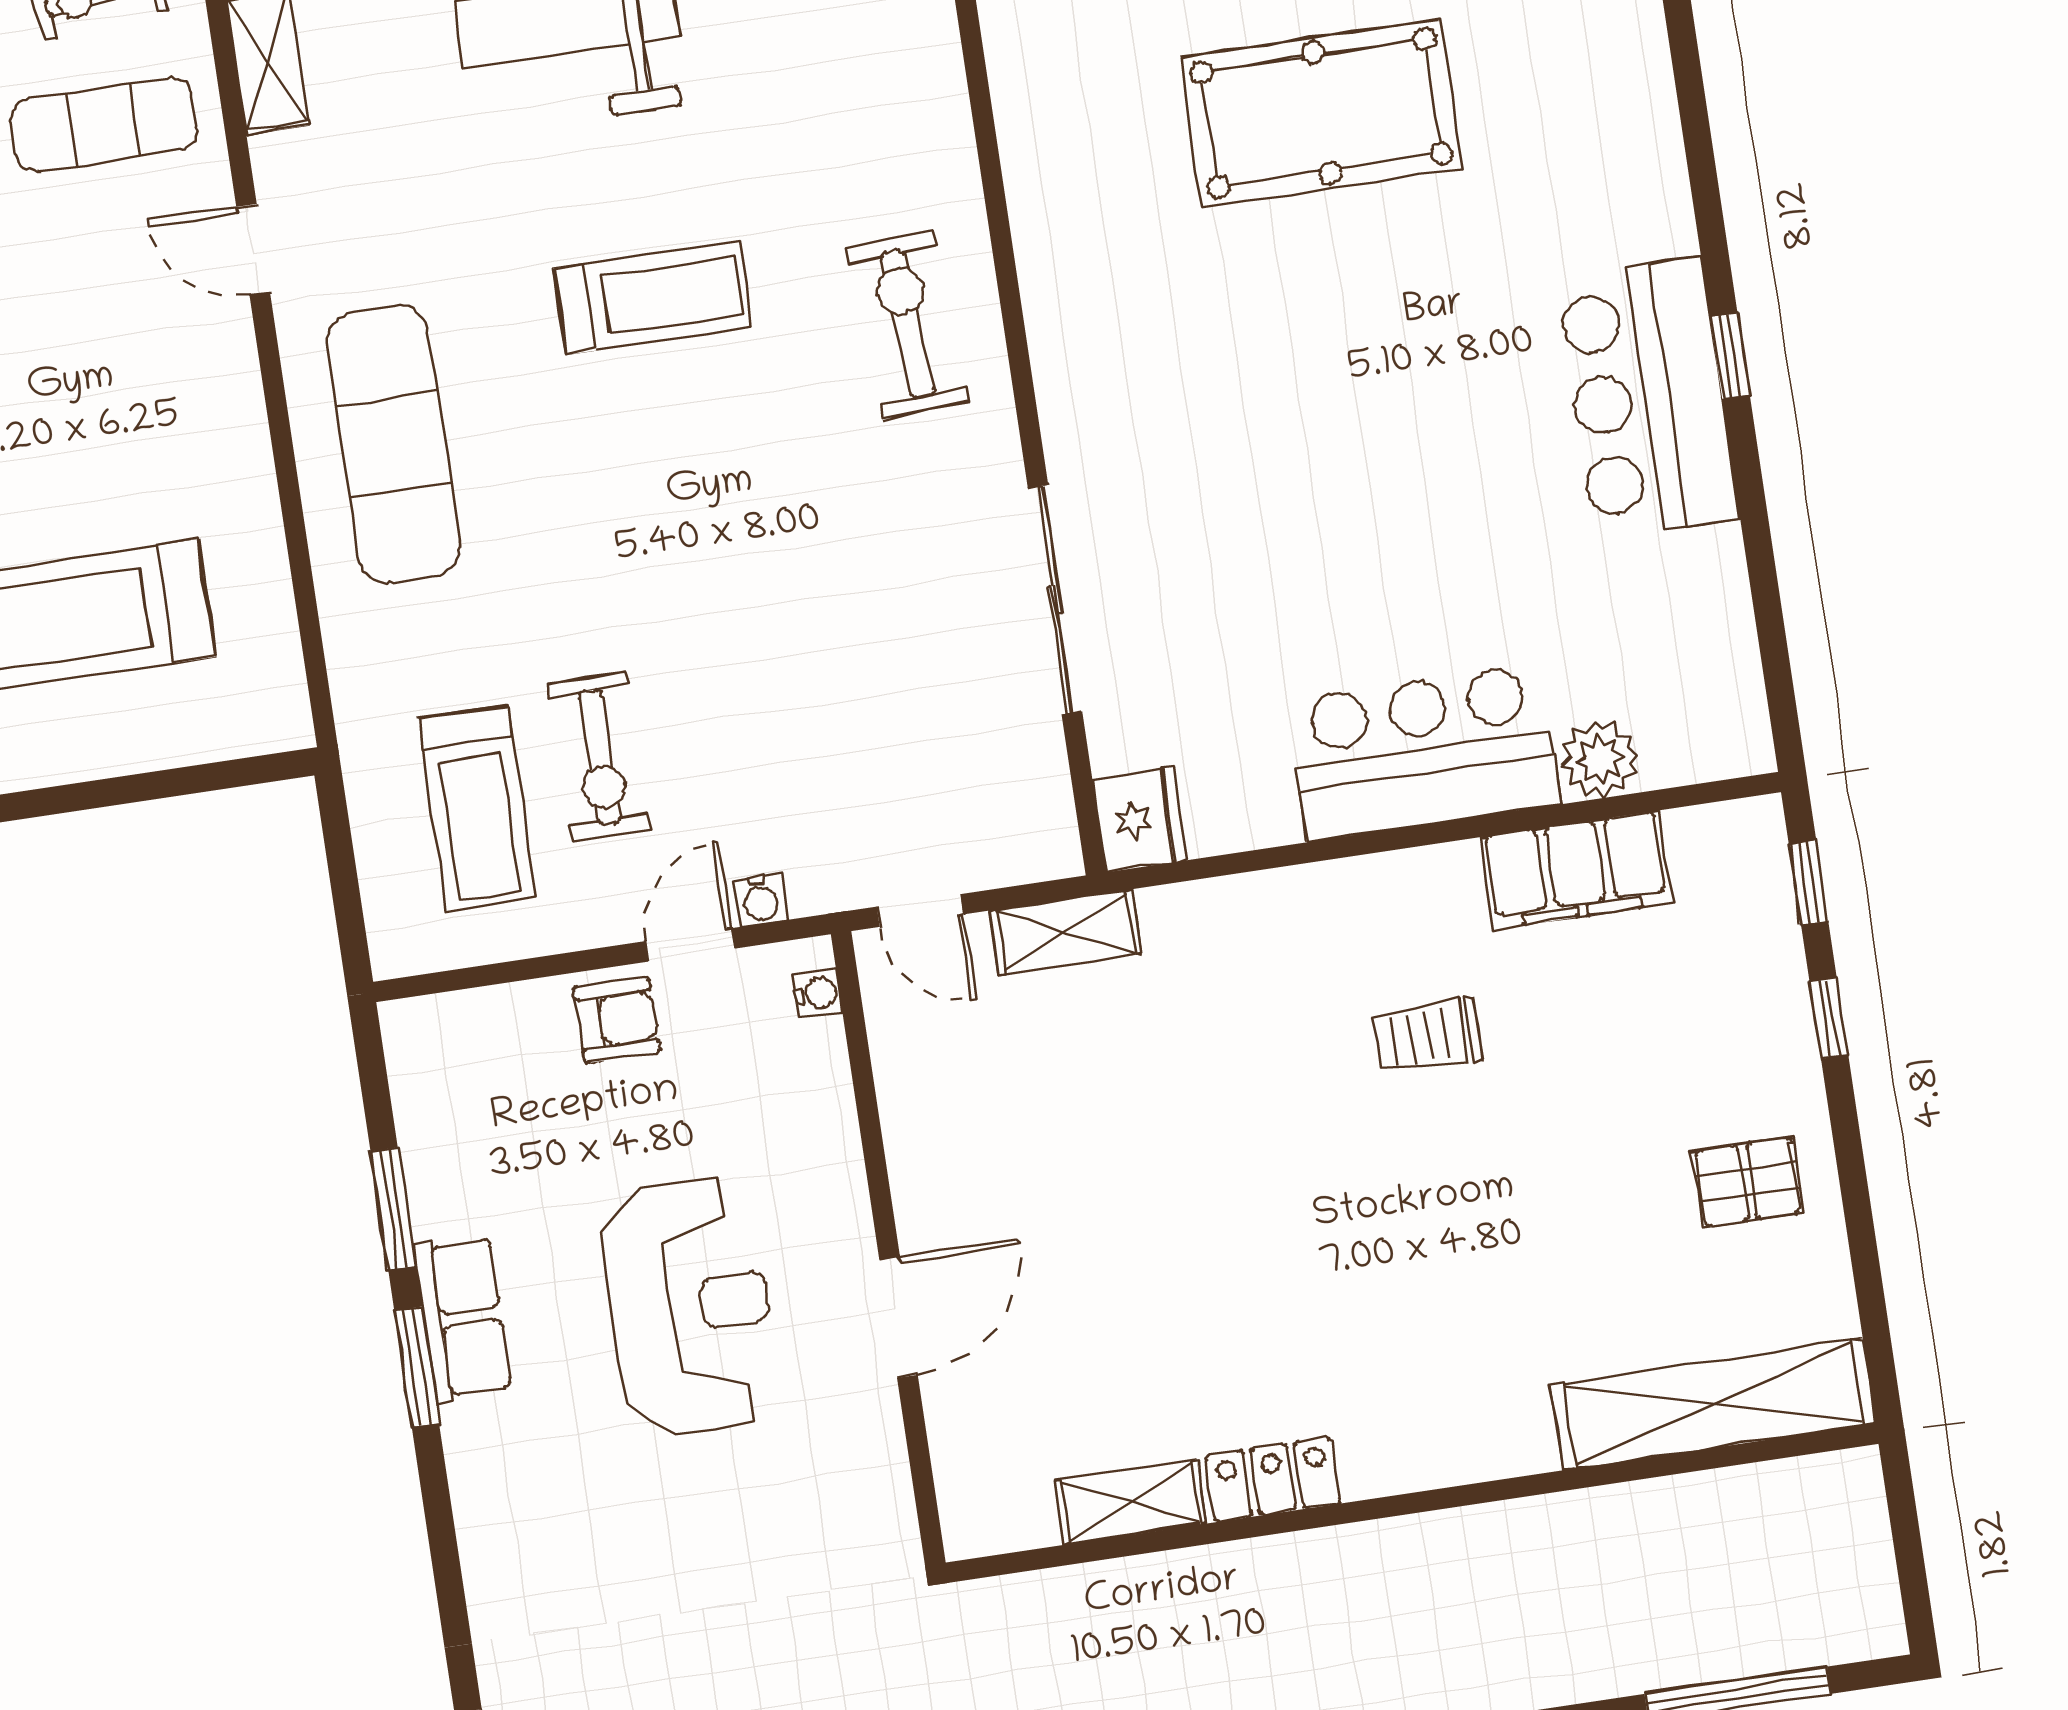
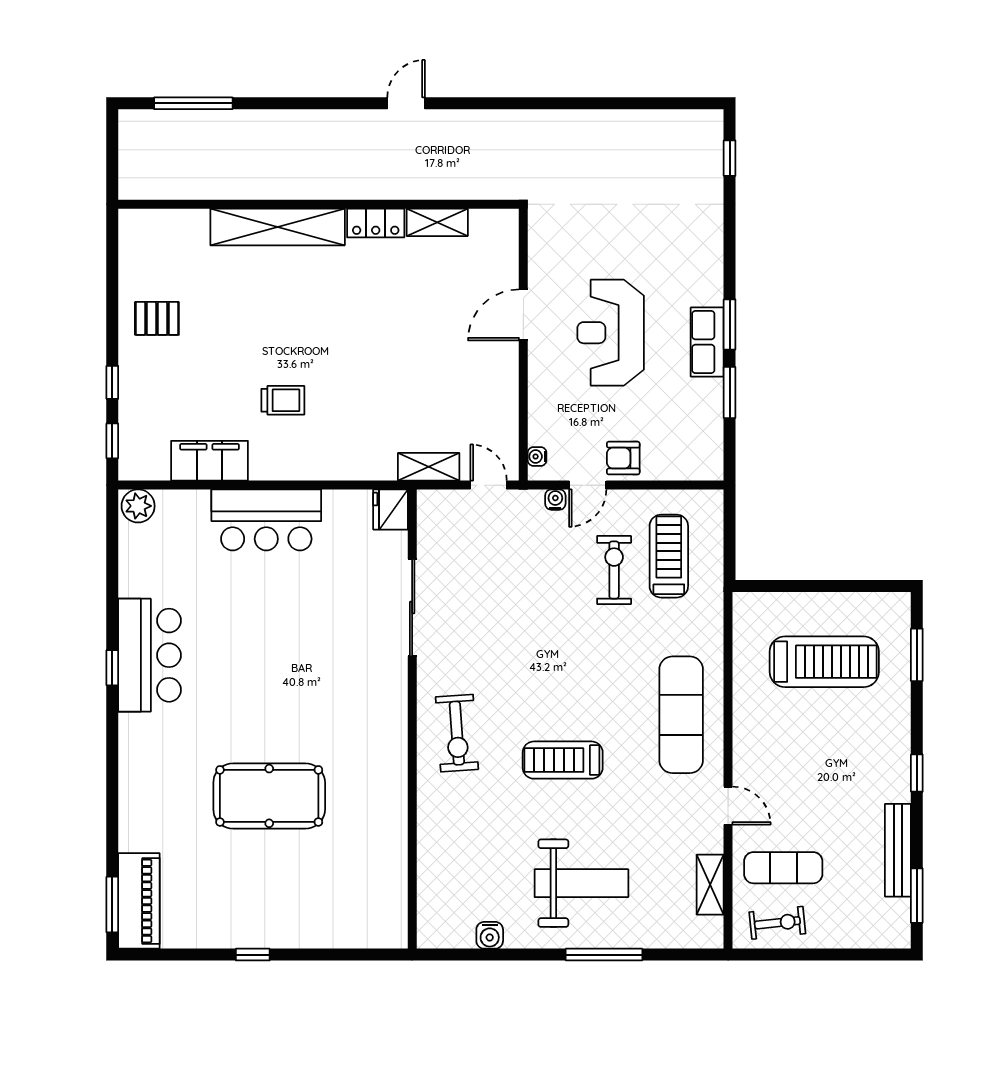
plant: (1600, 759) -> (138, 506), moved
shelving: (1713, 1404) -> (278, 227), moved

